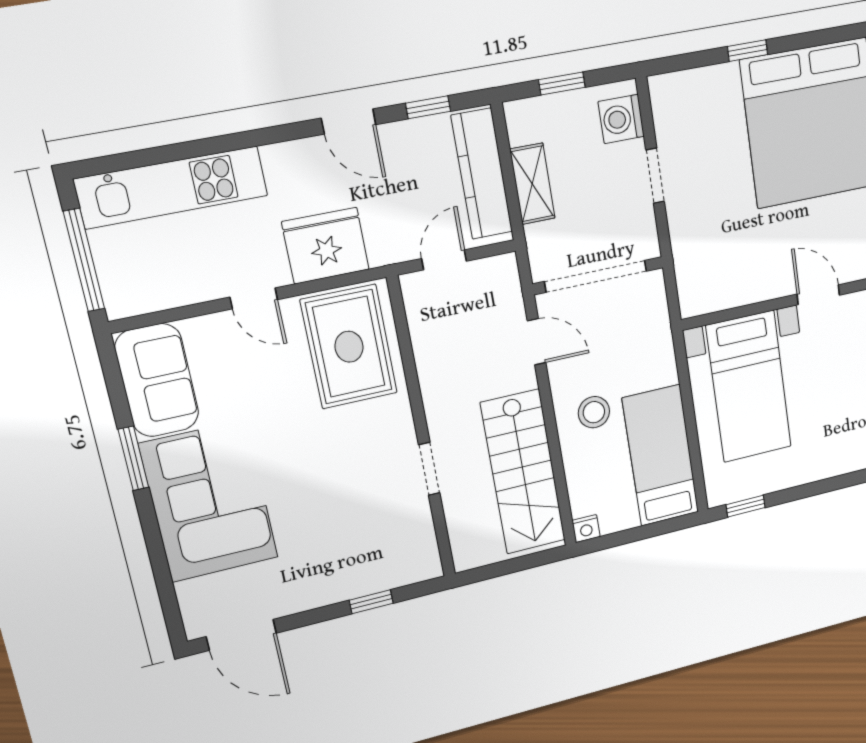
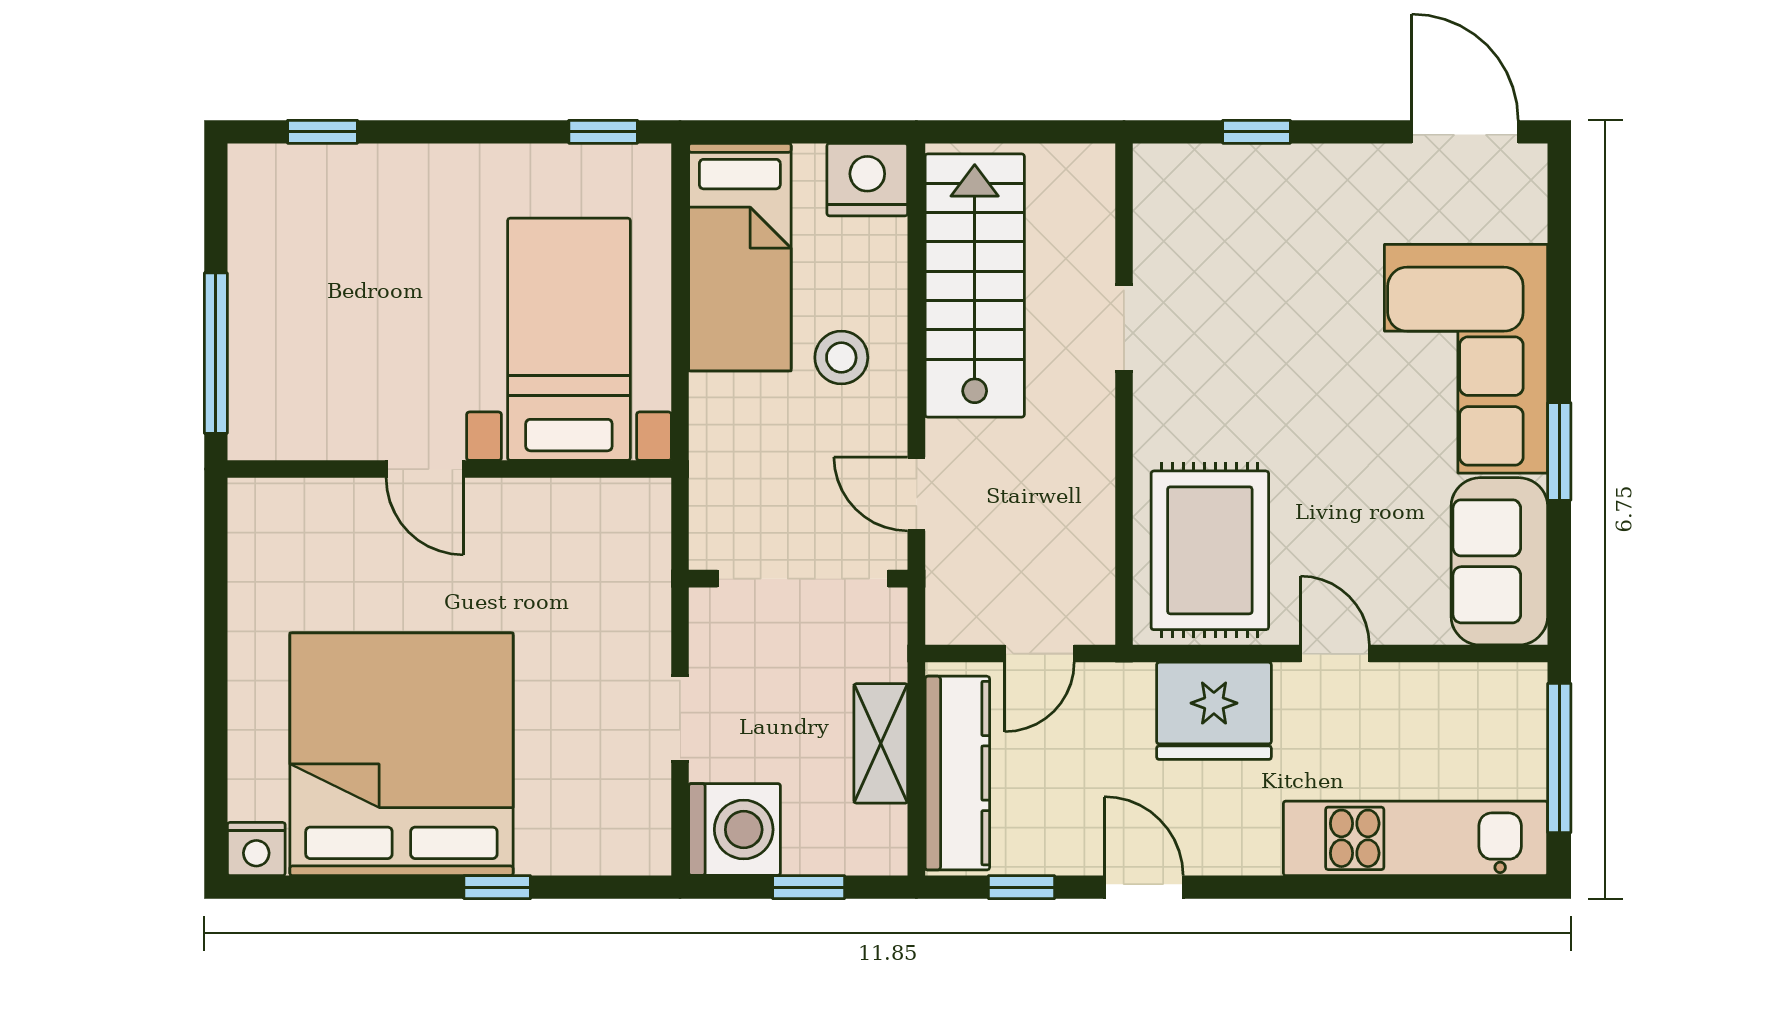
washing machine: (621, 119) -> (735, 830), width x1.37, depth x1.37
nightstand: (586, 529) -> (867, 180), width x1.89, depth x1.79

